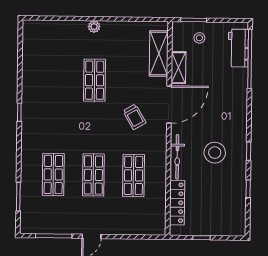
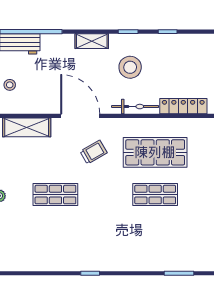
shelving: (178, 68) -> (92, 41), moved
shop shelf: (53, 174) -> (155, 237), removed
shop shelf: (133, 175) -> (155, 152), width x1.43, depth x1.36

